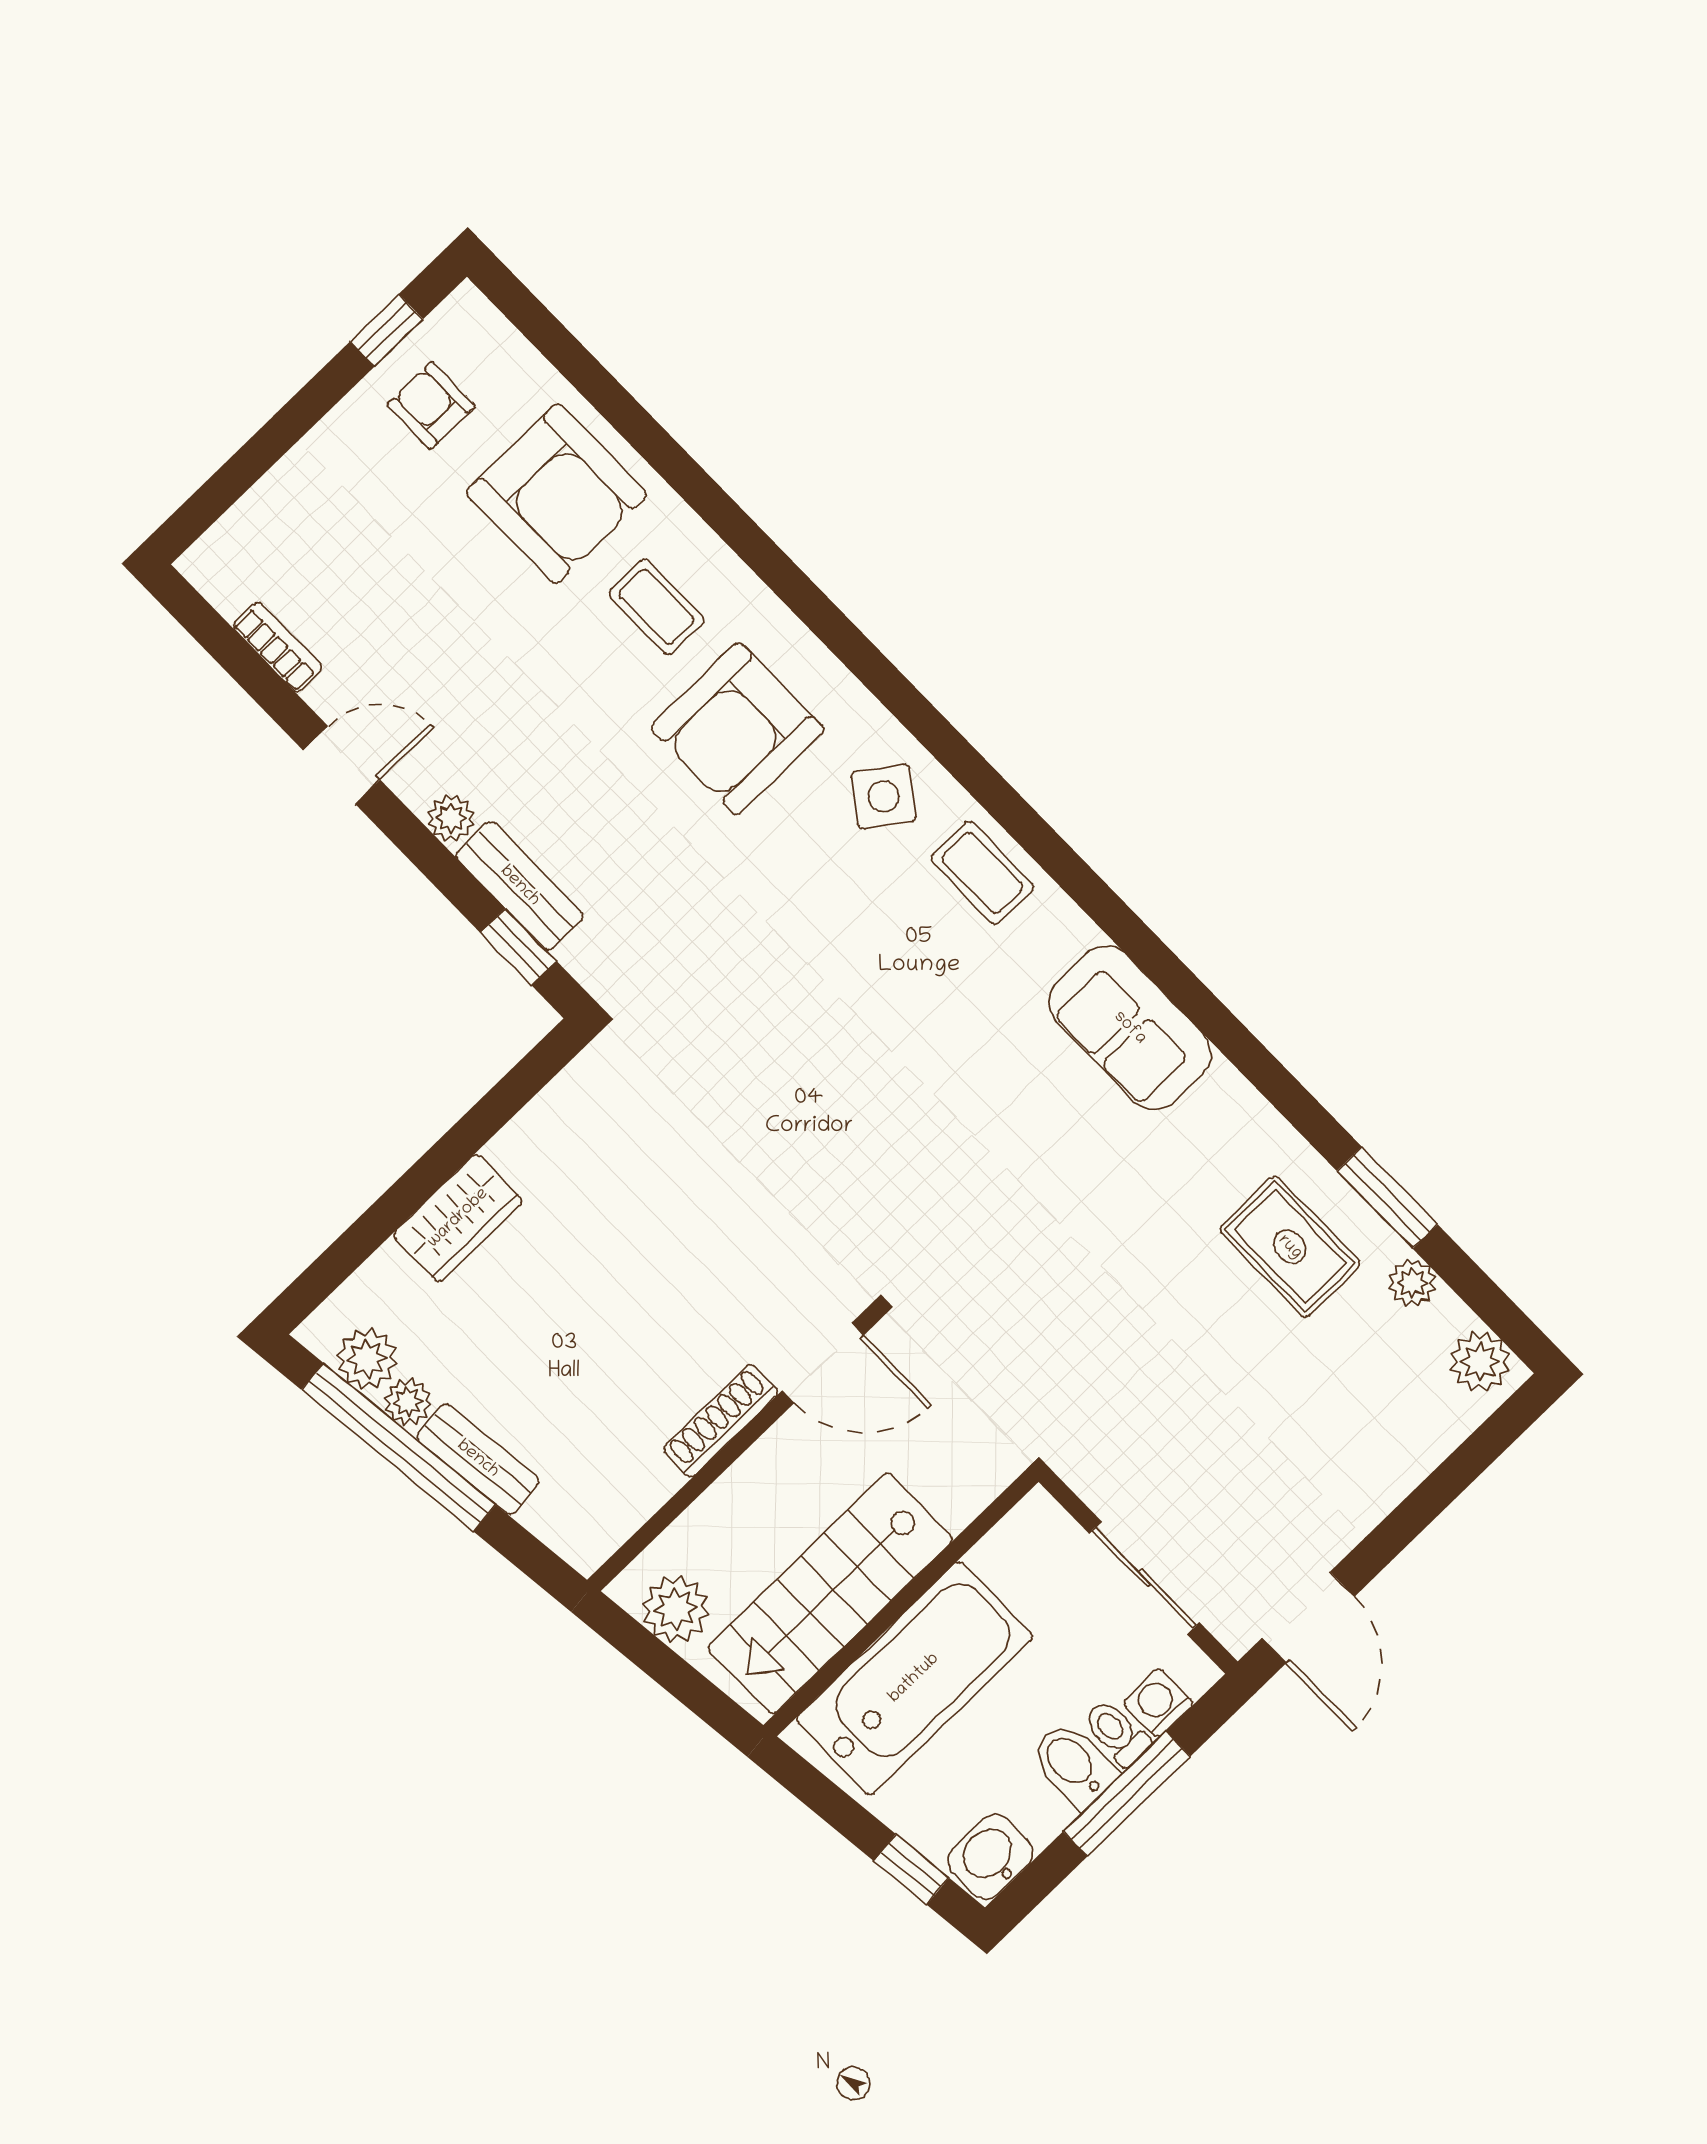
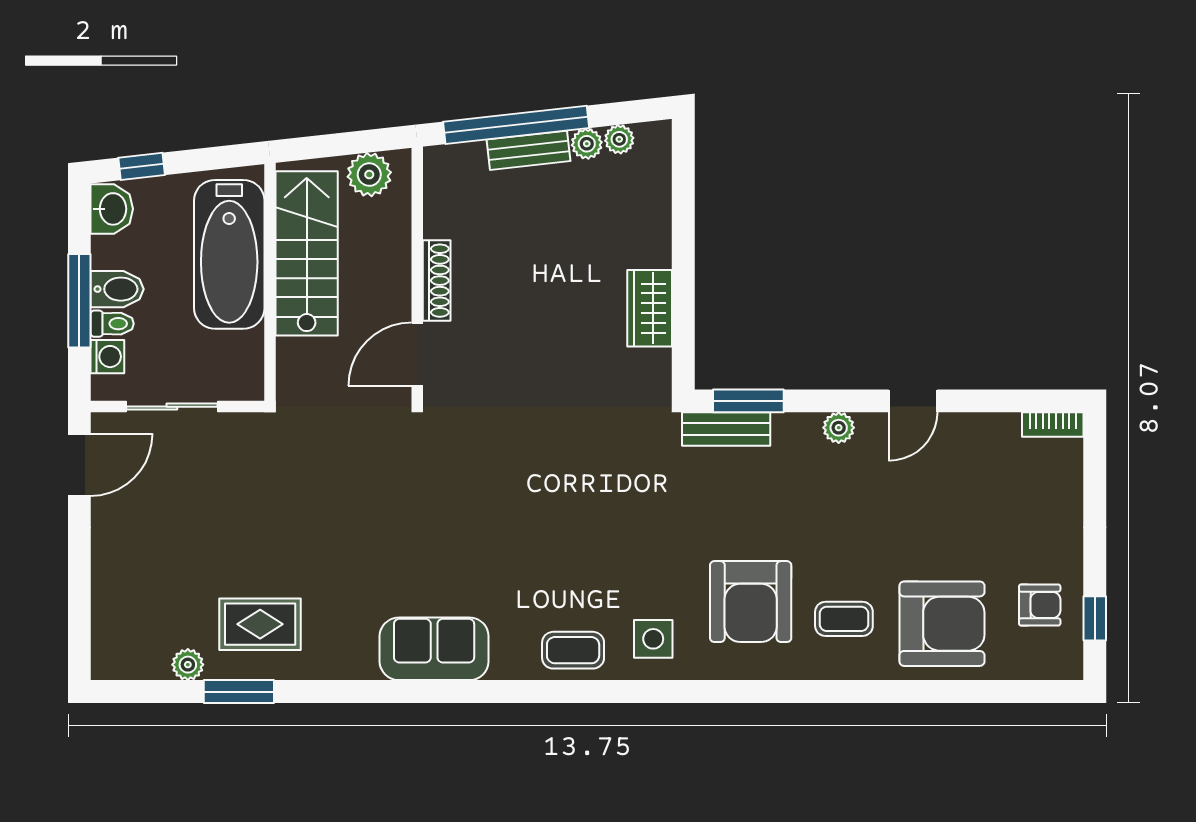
armchair: (557, 494) -> (942, 624), turned 180
bookcase: (278, 647) -> (1053, 425), moved
armchair: (738, 729) -> (751, 602), turned 180
side table: (884, 796) -> (653, 639), turned -36
bench: (520, 886) -> (726, 429), moved
window: (518, 947) -> (748, 401), width x1.50
wardrobe: (458, 1218) -> (650, 308), moved
plant: (367, 1359) -> (619, 139), width x0.73, depth x0.73
plant: (1480, 1362) -> (121, 660), removed
window: (399, 1447) -> (516, 125), moved
door: (1308, 1617) -> (79, 465), swing flipped

